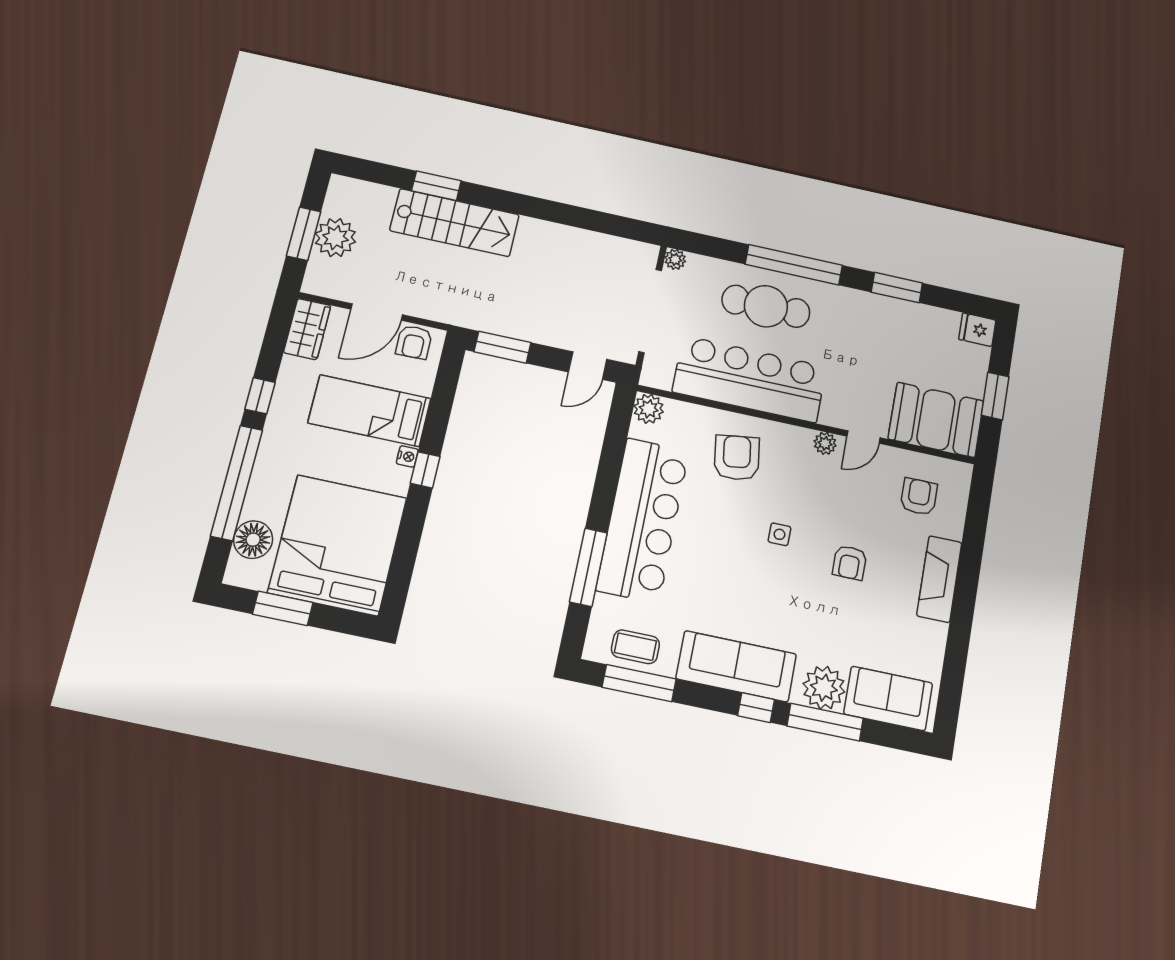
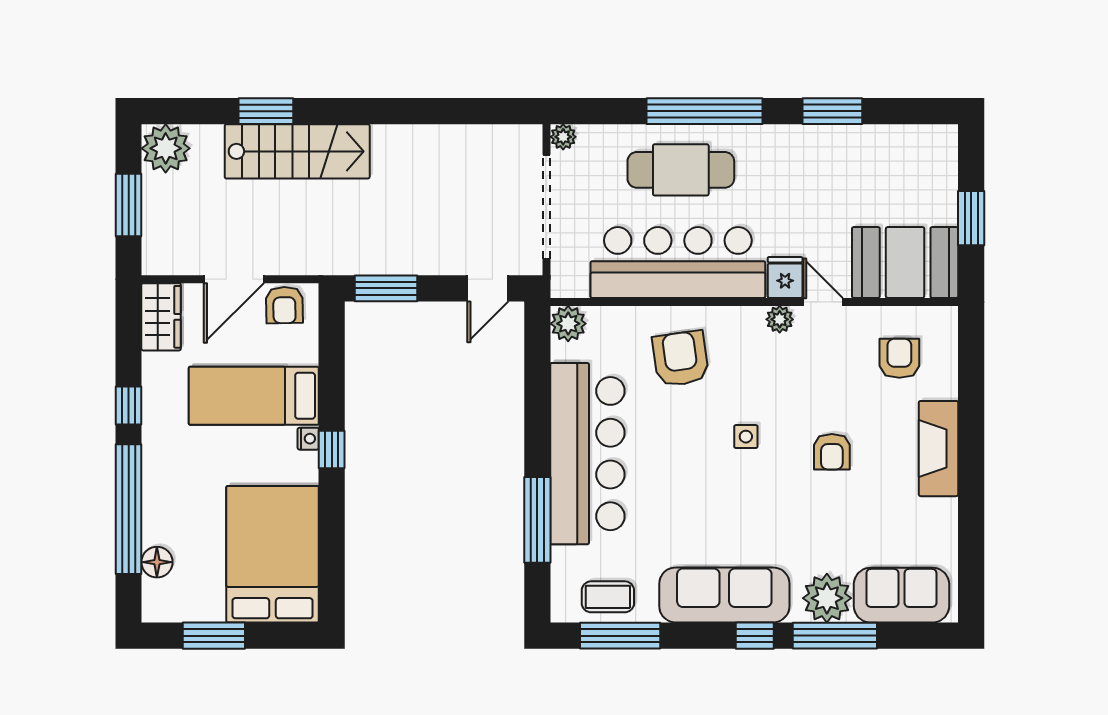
plant: (335, 238) -> (166, 148), moved
fridge: (977, 330) -> (785, 277), moved, turned 90
door: (863, 437) -> (823, 302), swing flipped
floor lamp: (253, 540) -> (157, 562), width x0.73, depth x0.73
bed: (338, 545) -> (273, 554), width x0.73

